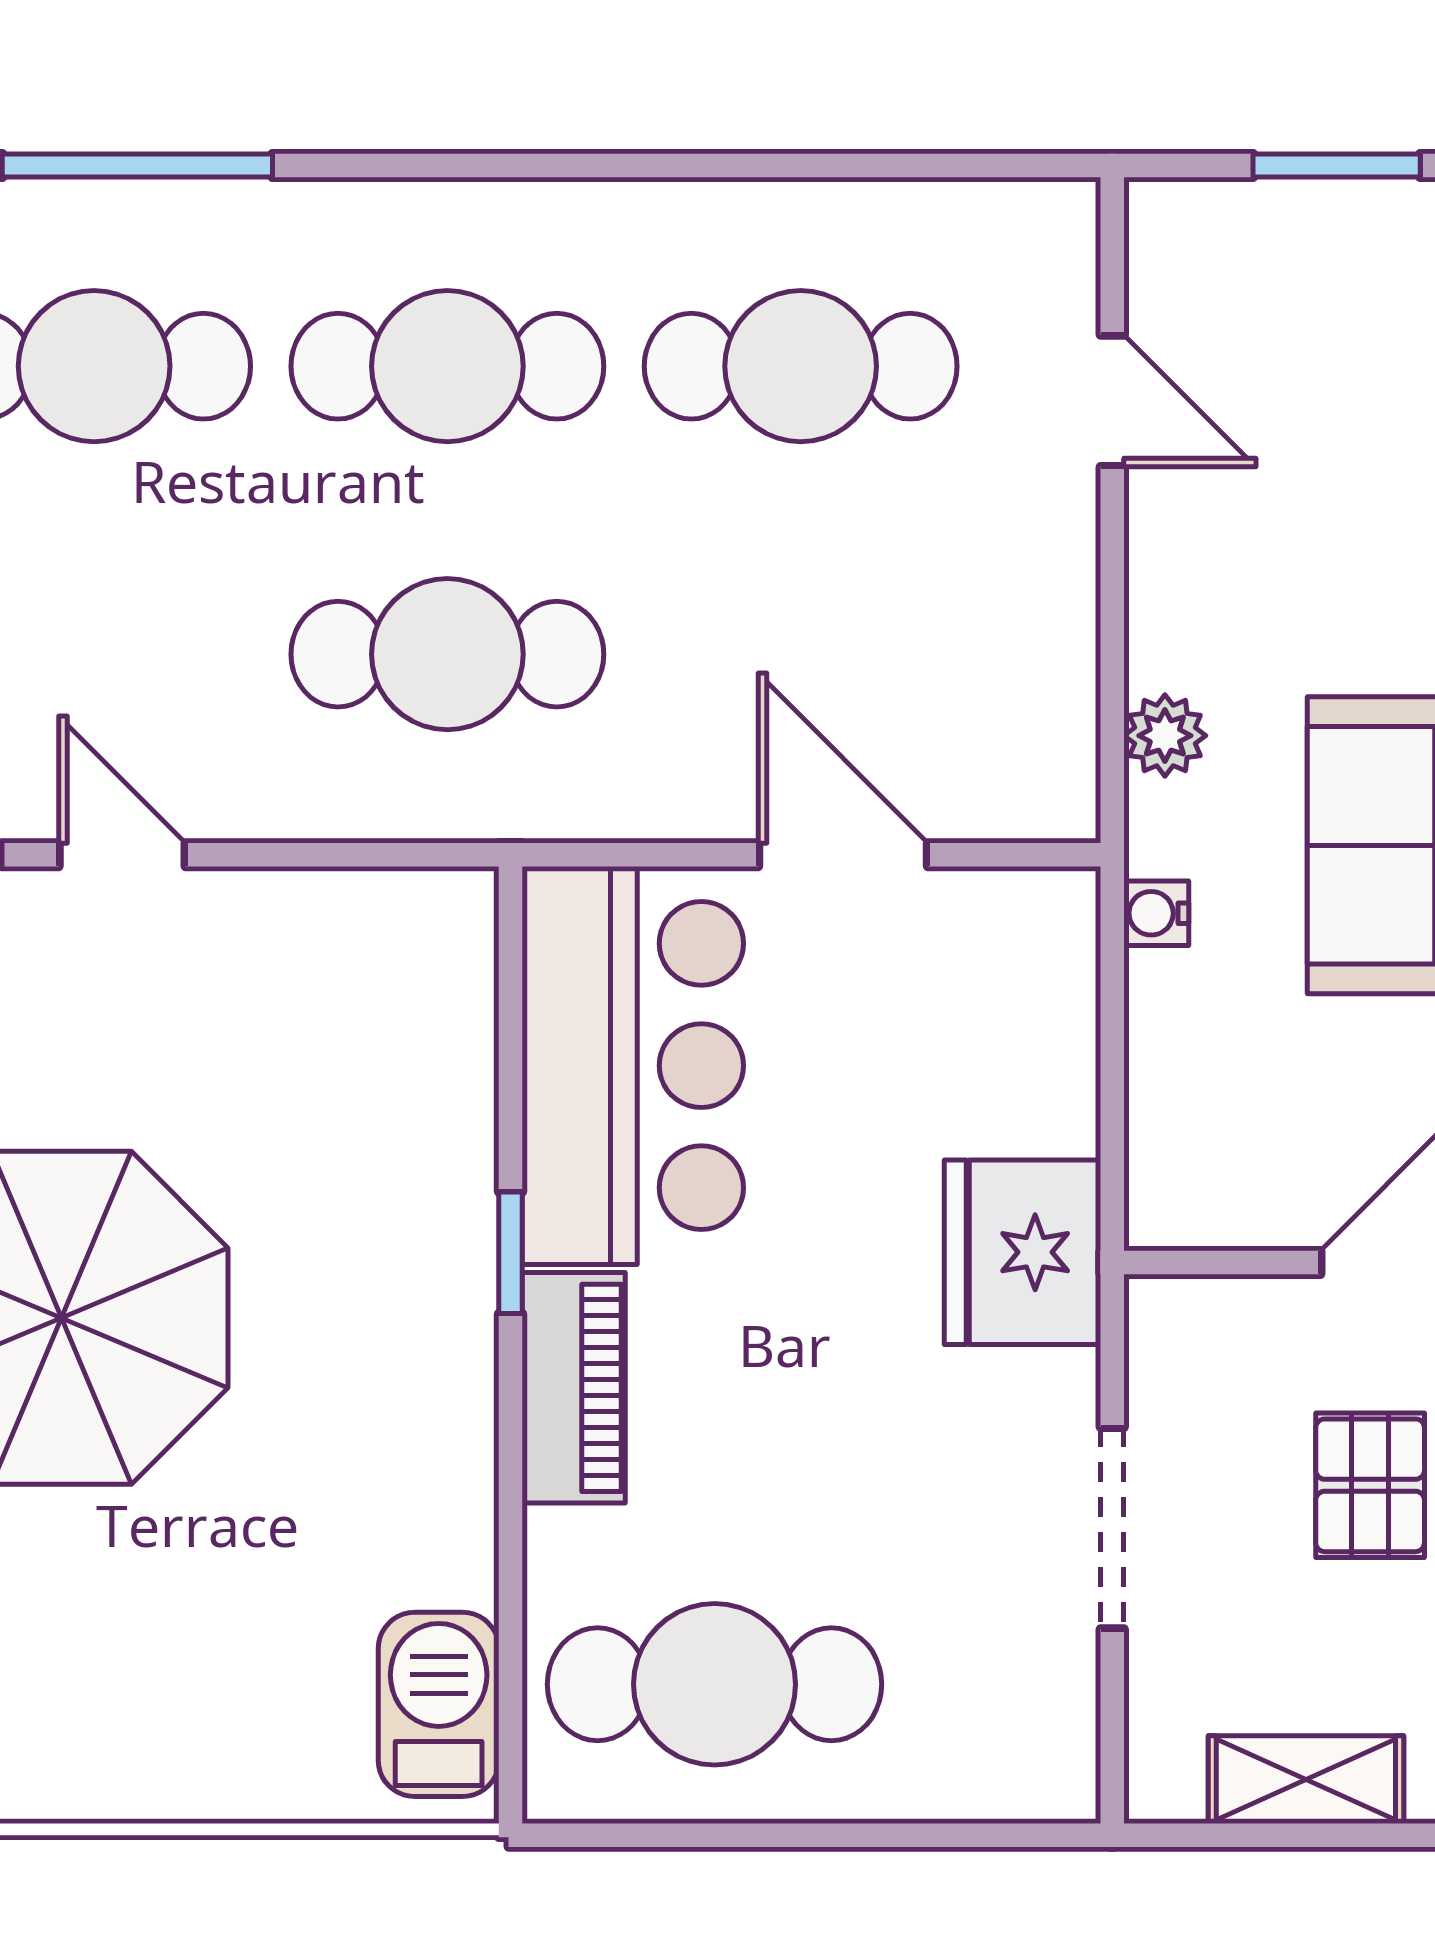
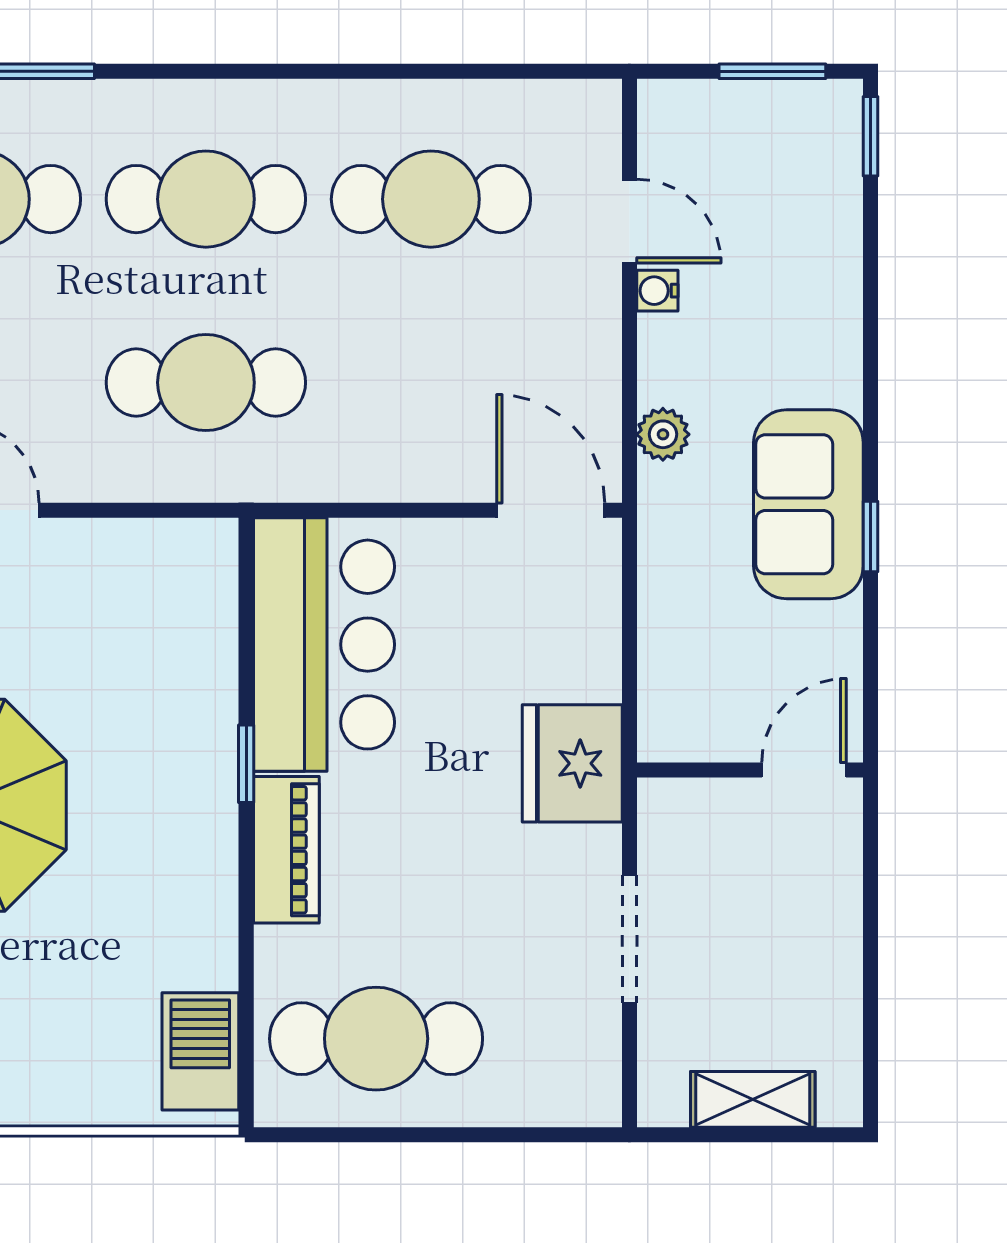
door: (843, 855) -> (551, 510), moved
water cooler: (1156, 913) -> (657, 291), moved
pallet: (1370, 1485) -> (794, 912), removed

